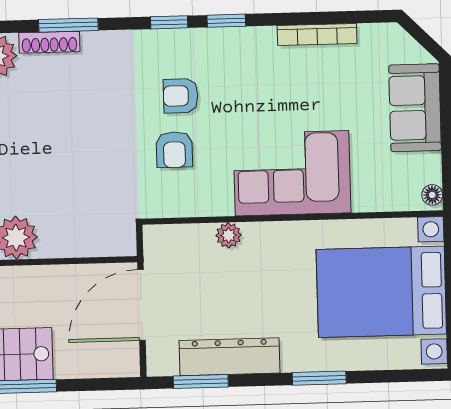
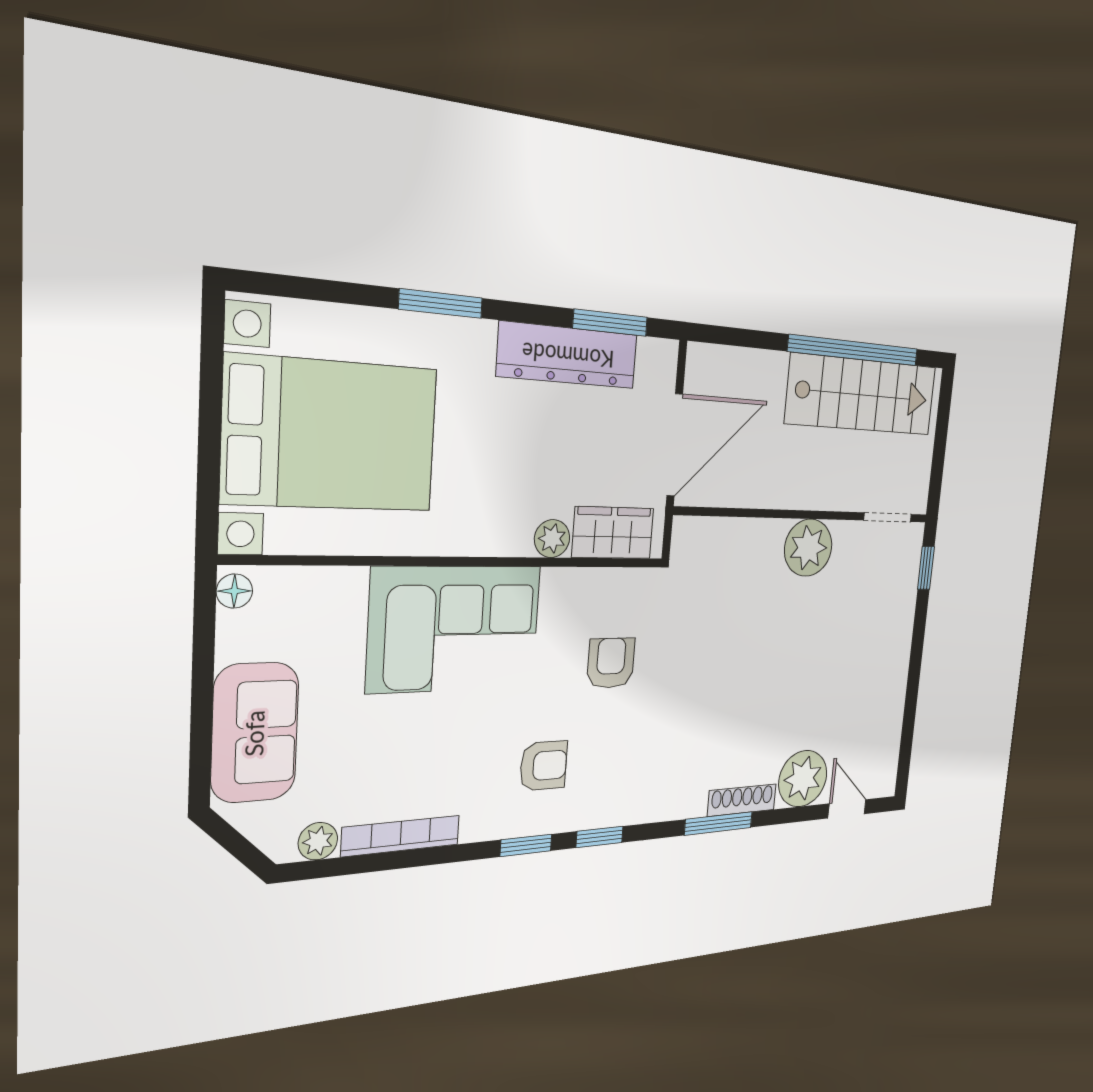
plant: (372, 35) -> (318, 841), added
armchair: (181, 96) -> (544, 766), moved
wardrobe: (183, 241) -> (613, 533), added

